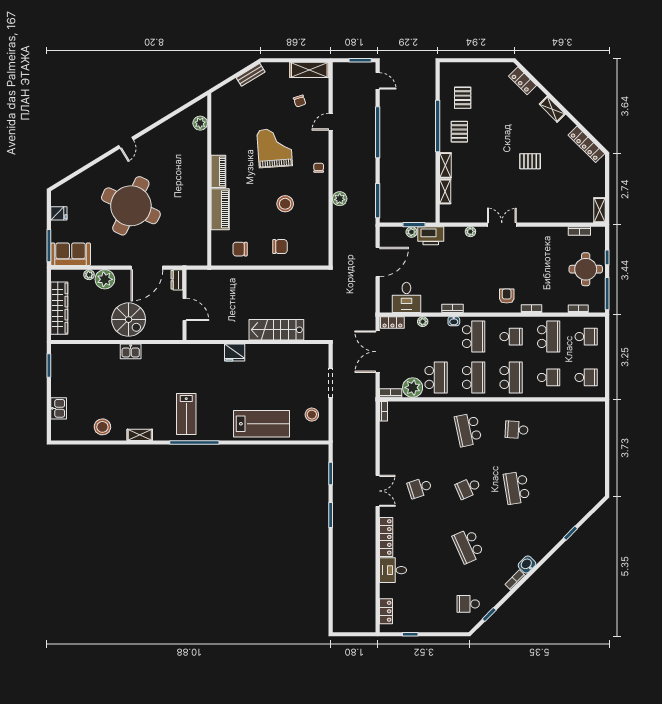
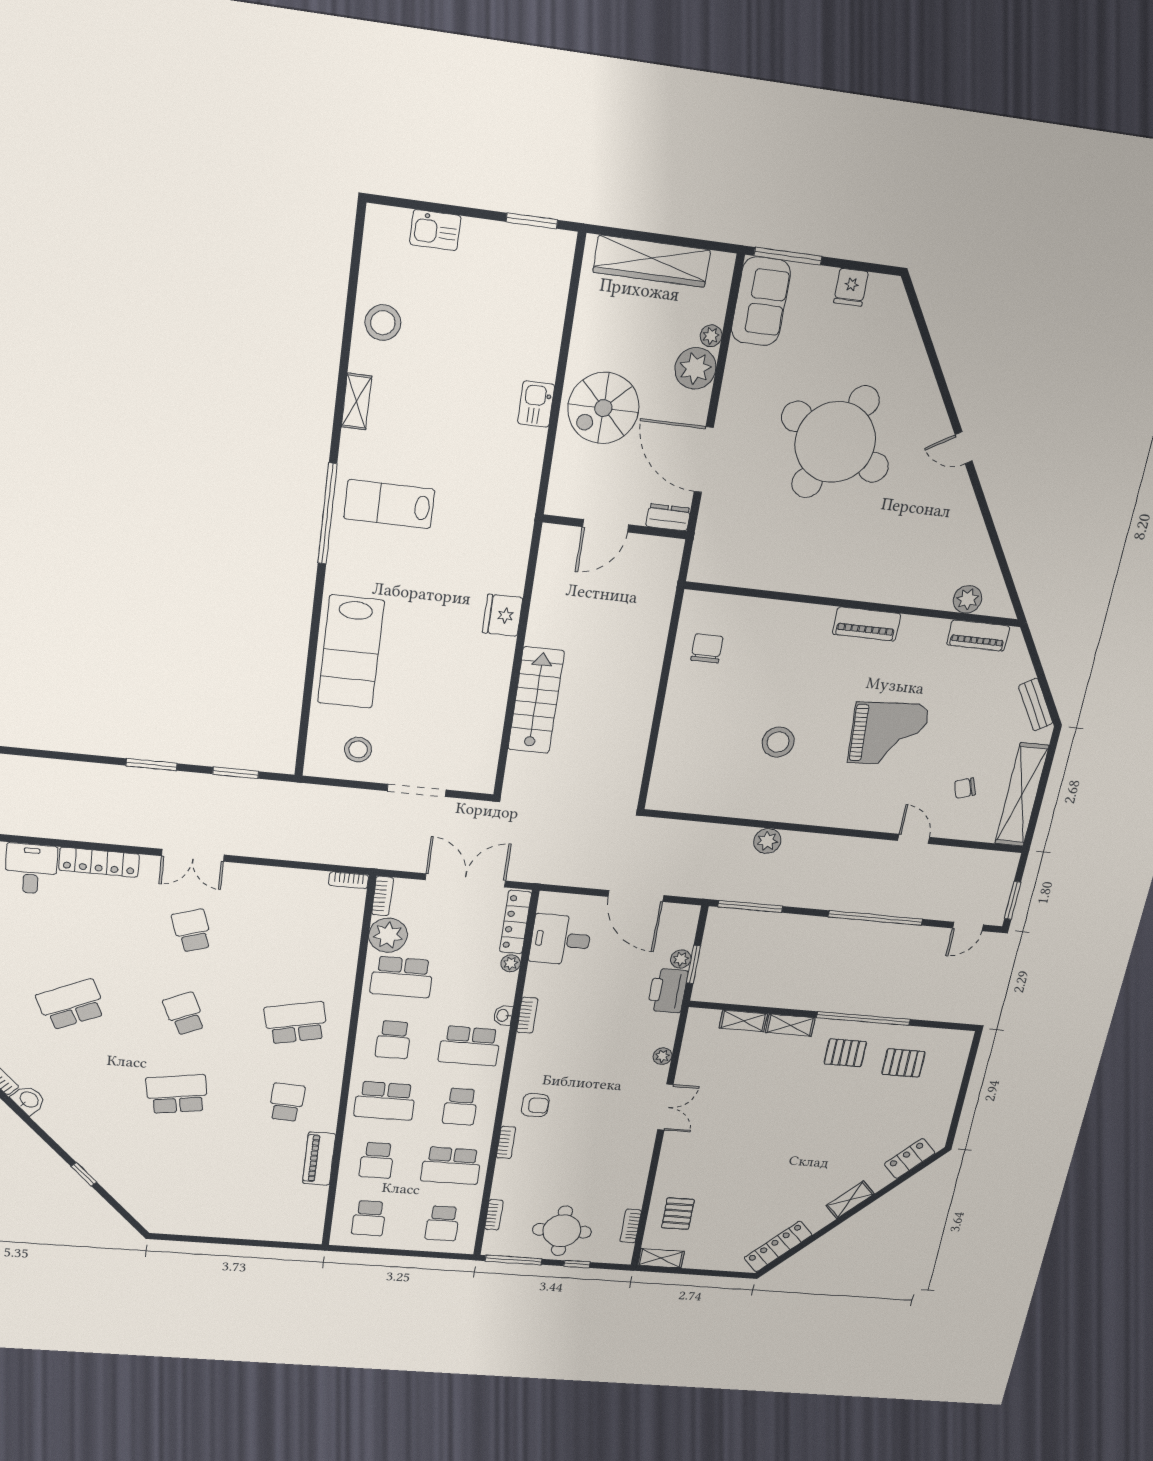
shelving: (309, 70) -> (1022, 795), width x1.47
pallet: (530, 161) -> (678, 1214), moved
chair: (319, 168) -> (833, 809), removed
piano: (220, 209) -> (978, 636), moved, width x0.73, depth x0.75
chair: (280, 247) -> (698, 724), removed
locker: (392, 323) -> (515, 922), width x1.53
school desk: (474, 377) -> (393, 1040), width x0.54
piano: (550, 409) -> (319, 1159), added

